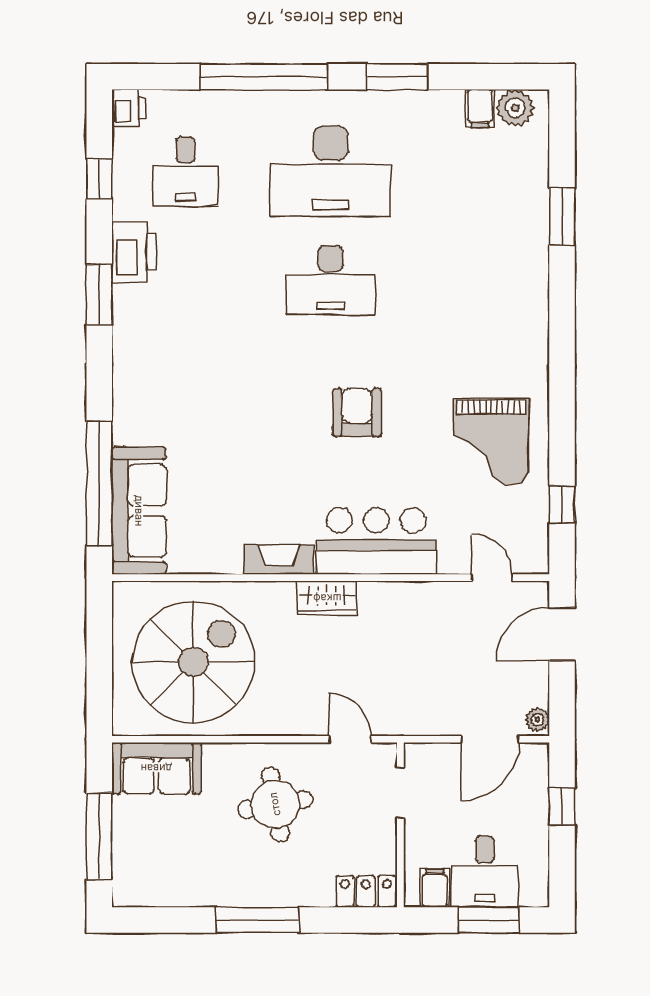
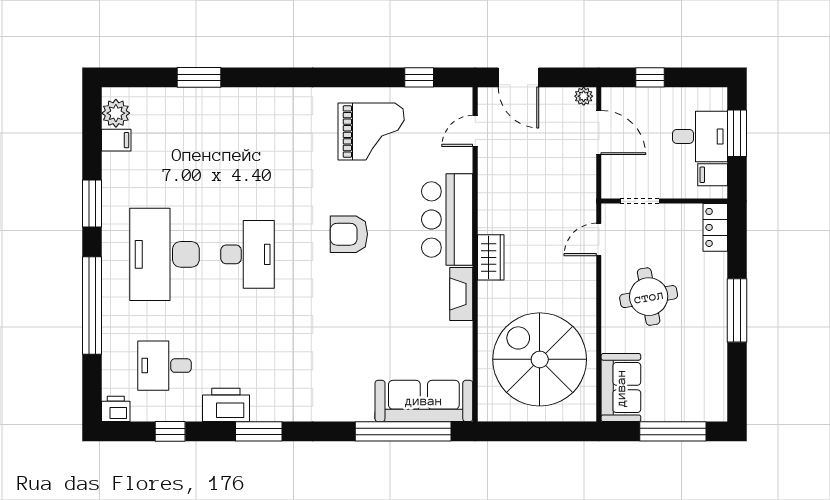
desk: (185, 171) -> (164, 366), turned 180
desk: (331, 171) -> (164, 254), turned 180

